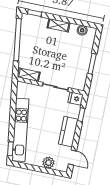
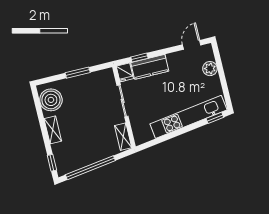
boiler: (82, 30) -> (51, 100), width x1.86, depth x1.86
kitchen counter: (68, 132) -> (150, 67), moved

